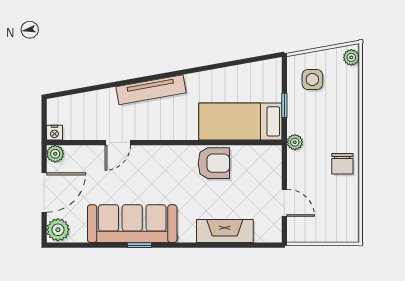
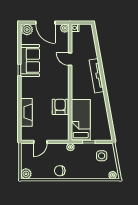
armchair: (214, 163) -> (60, 107), turned 180
sofa: (132, 224) -> (30, 61), width x0.73
plant: (349, 232) -> (26, 174), added

